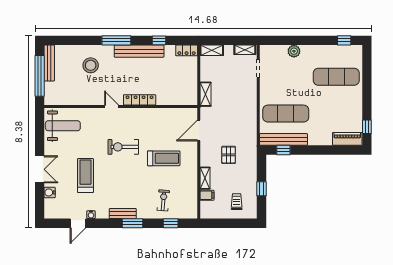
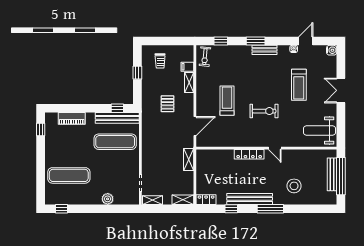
bench: (49, 63) -> (332, 174), moved
piano: (347, 139) -> (72, 118), moved
treadmill: (164, 158) -> (227, 101), turned 90
water cooler: (50, 192) -> (332, 50), moved
exercise bike: (163, 200) -> (205, 57), moved

